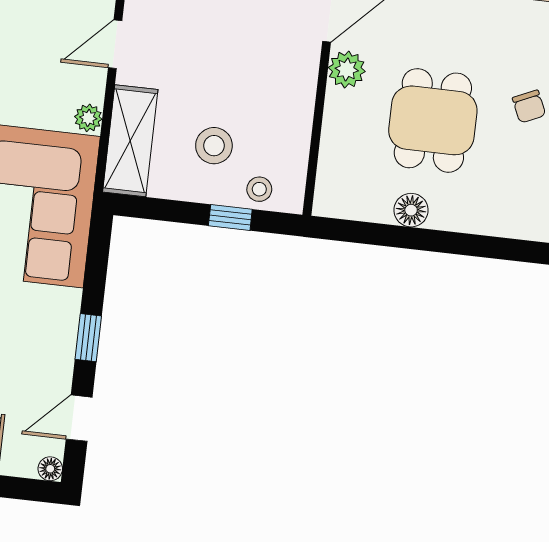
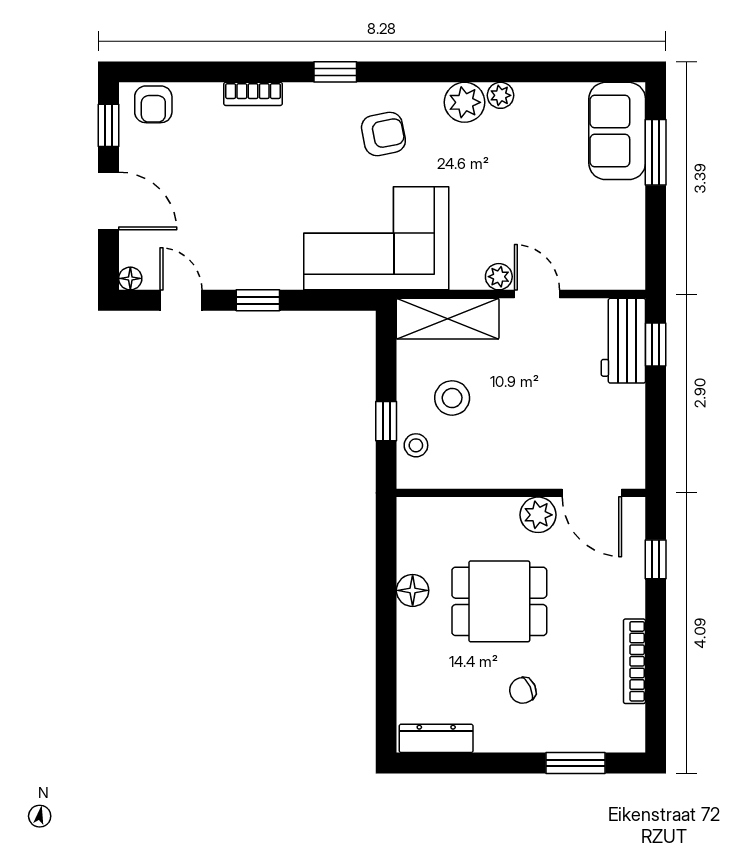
plant: (88, 118) -> (499, 277), moved

